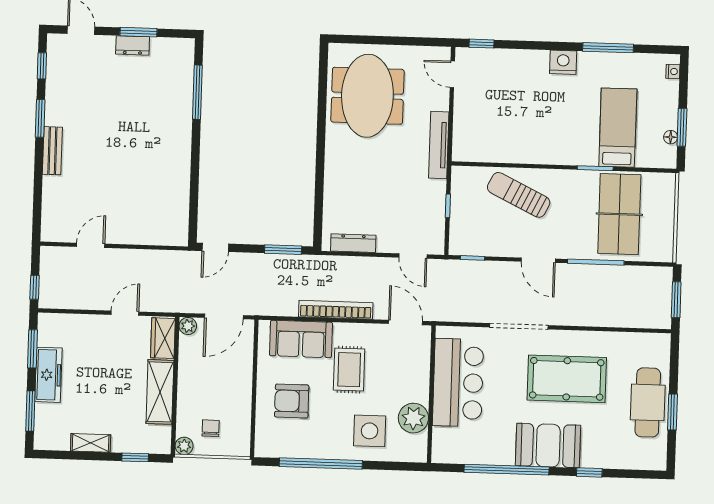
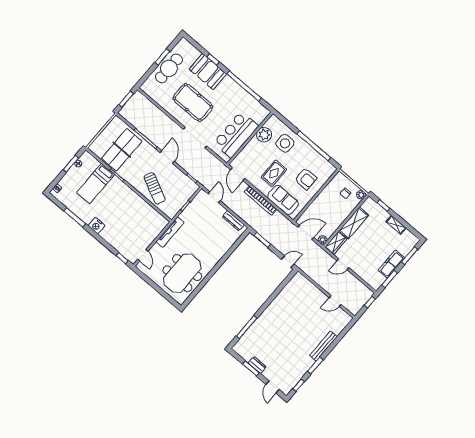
bench: (52, 151) -> (323, 346), width x1.36
booth: (548, 445) -> (208, 72), moved

